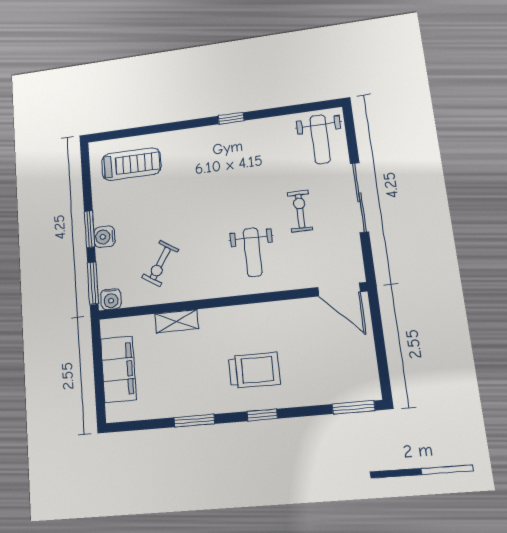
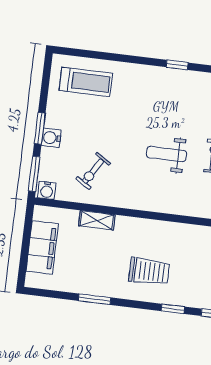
weight bench: (253, 252) -> (166, 154), moved, turned 90
window: (262, 415) -> (173, 309), moved

